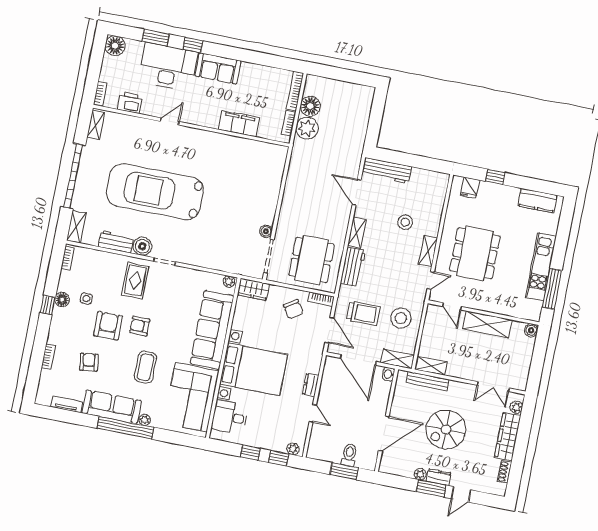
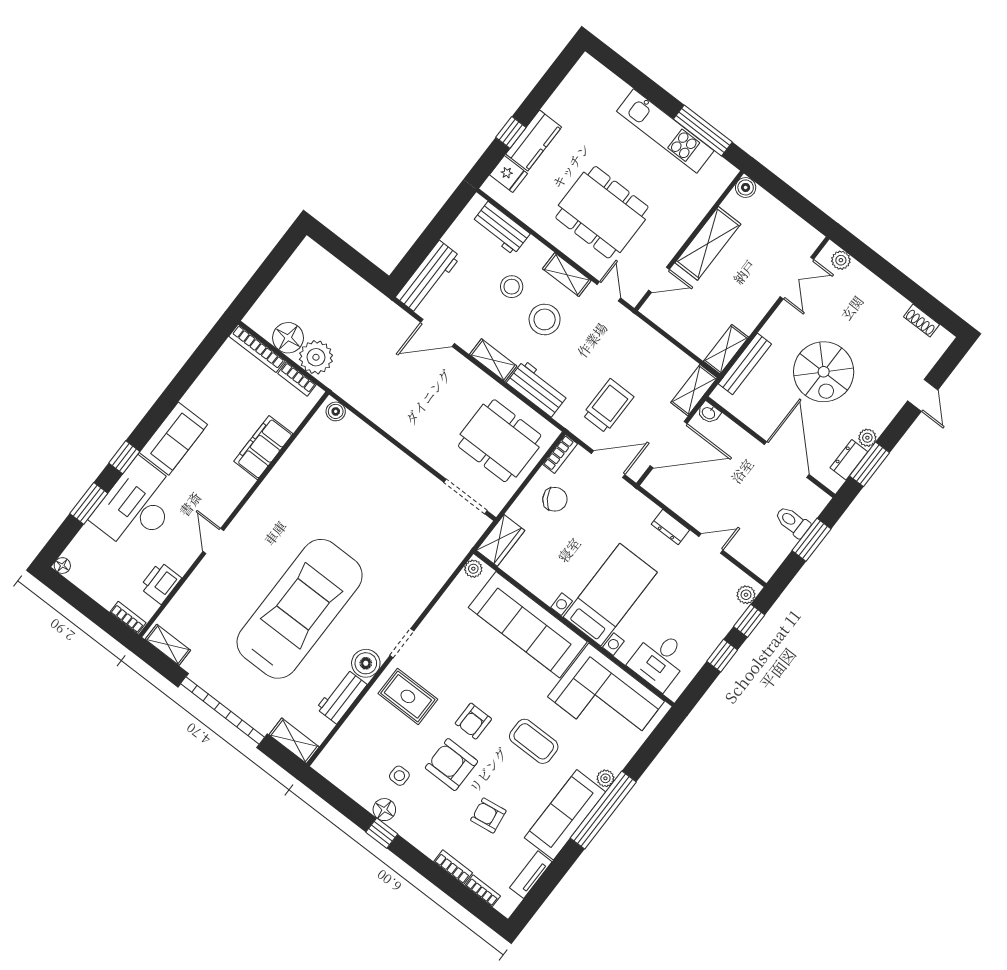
floor lamp: (115, 46) -> (62, 566), width x0.53, depth x0.53
car: (155, 192) -> (300, 609), turned 180
workbench: (436, 199) -> (501, 228), added
kitchen counter: (537, 201) -> (534, 140), moved
boiler: (266, 231) -> (336, 411), moved
bookcase: (68, 258) -> (483, 891), moved
stool: (401, 318) -> (545, 319), moved
bed with nightstands: (254, 369) -> (610, 595), width x0.73
wardrobe: (508, 437) -> (875, 292), removed
dresser: (439, 477) -> (849, 460), moved
window: (431, 488) -> (870, 464), moved

